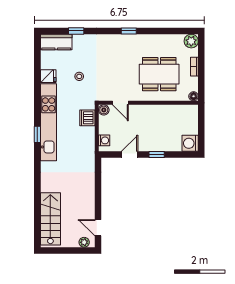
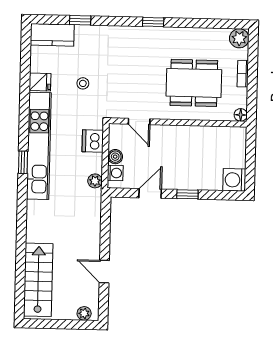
boiler: (104, 110) -> (115, 157), moved
plant: (90, 146) -> (95, 181), added
door: (98, 228) -> (104, 272), moved

